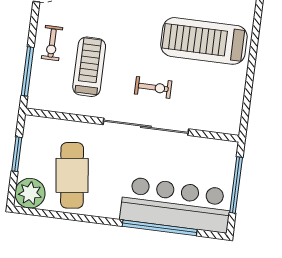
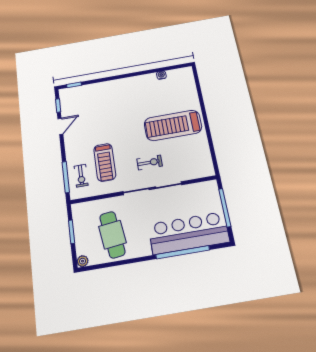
exercise bike: (52, 43) -> (81, 176), moved
treadmill: (89, 67) -> (105, 162), turned 180
plant: (30, 193) -> (83, 261), width x0.53, depth x0.53

